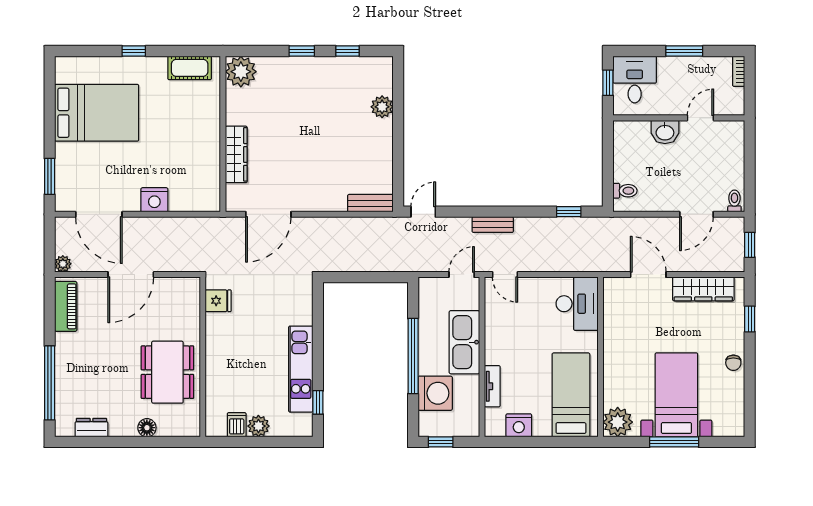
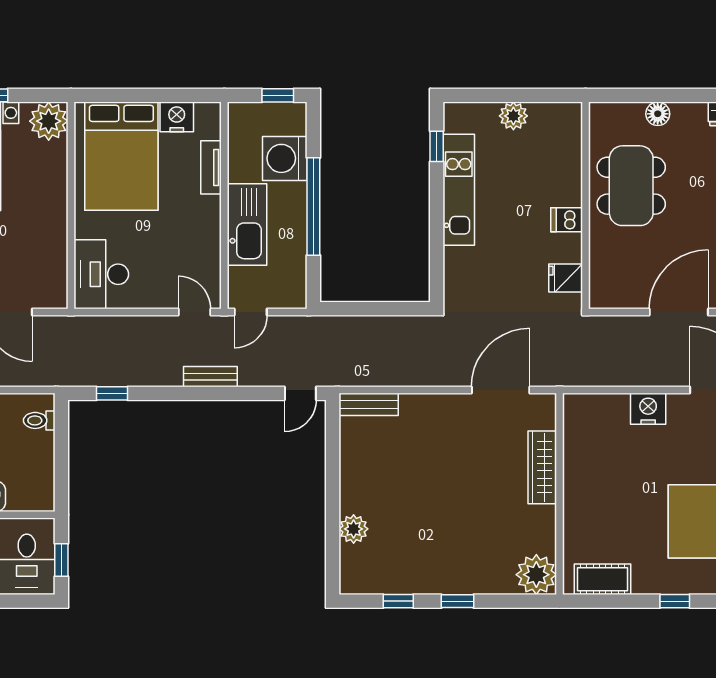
bed: (571, 395) -> (121, 156), width x1.50
dishwasher: (237, 425) -> (567, 220), moved, turned 90

